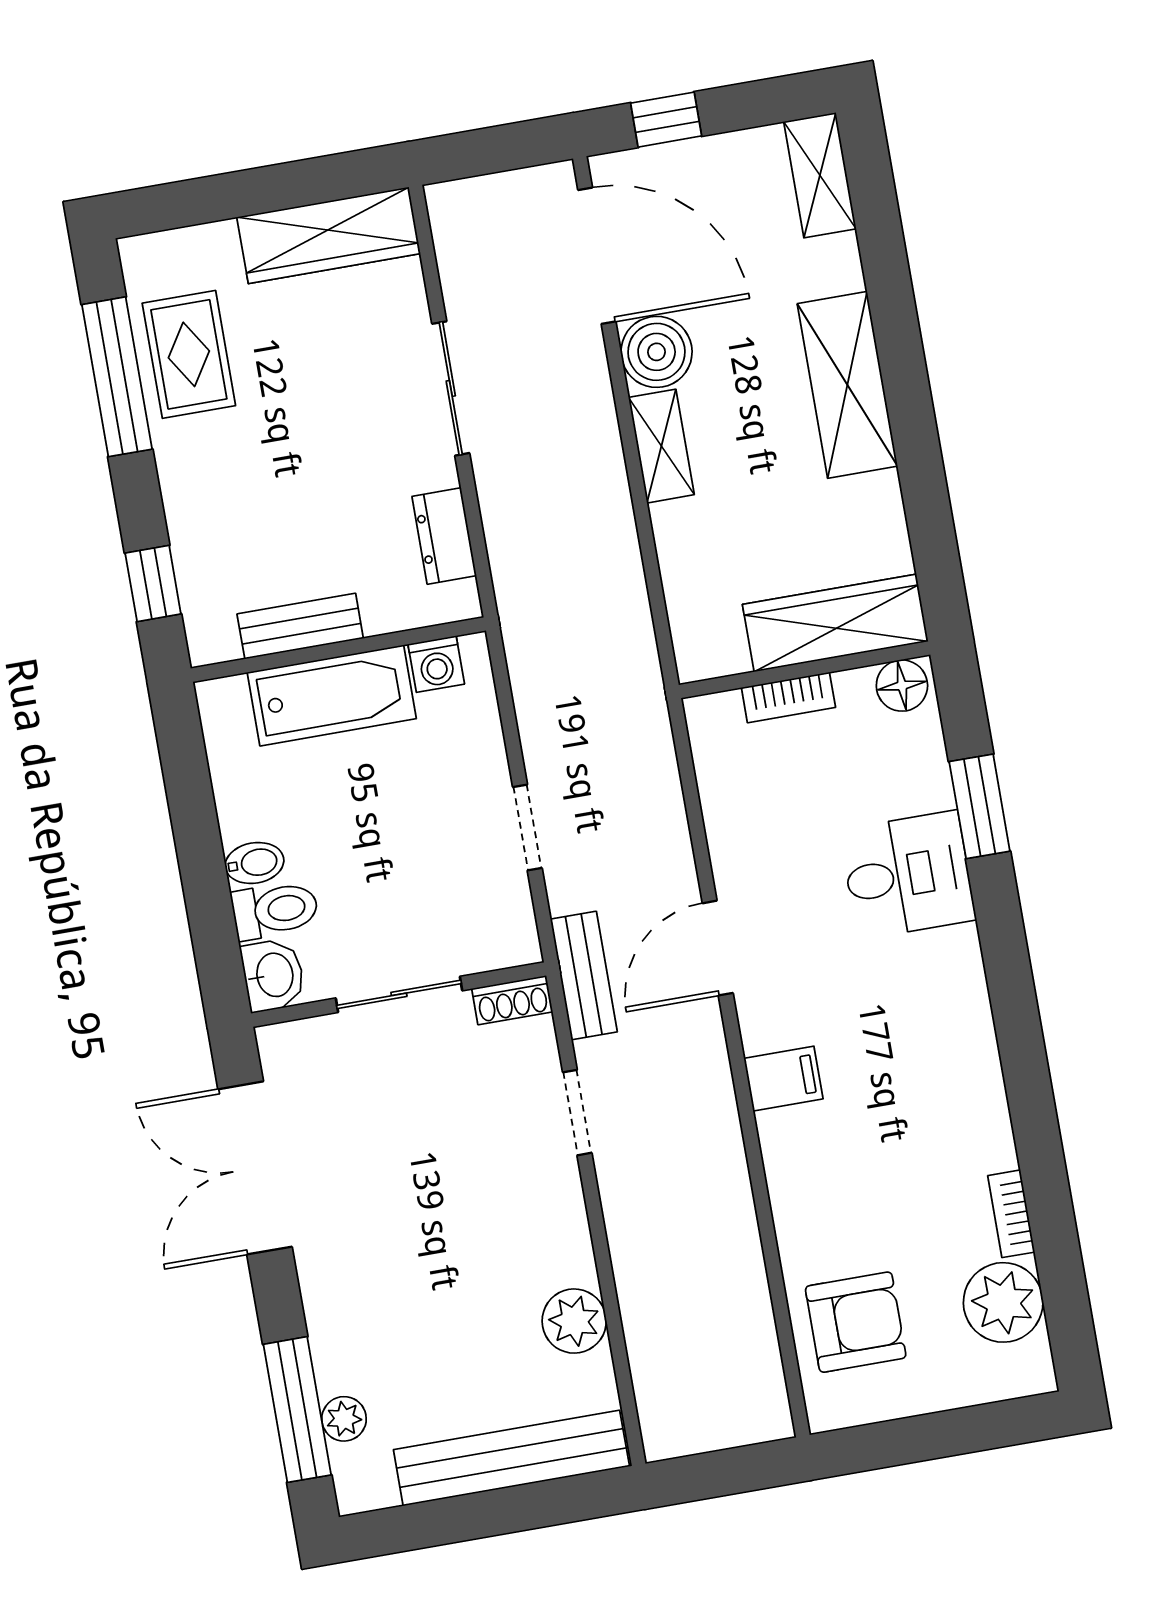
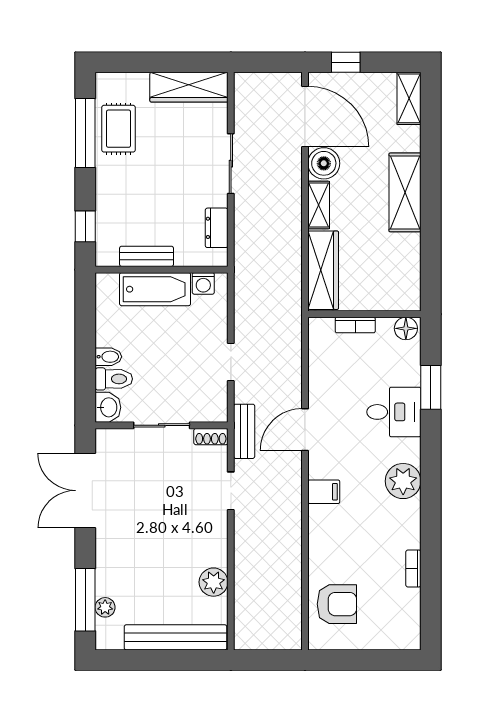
wardrobe: (835, 623) -> (323, 270), moved, turned 90
plant: (1003, 1302) -> (403, 481), moved

